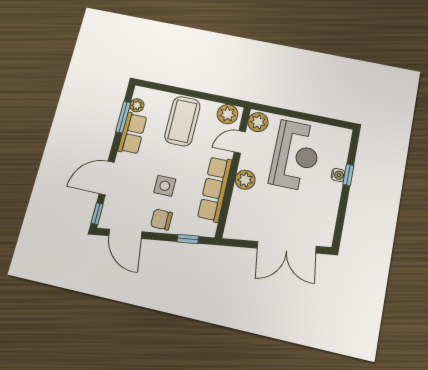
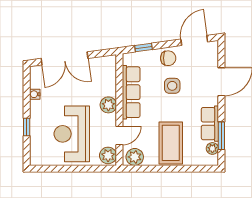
water cooler: (338, 175) -> (35, 94), moved
window: (97, 214) -> (221, 51), removed
door: (125, 234) -> (194, 40), hinge flipped
double door: (286, 247) -> (64, 58), swing flipped

